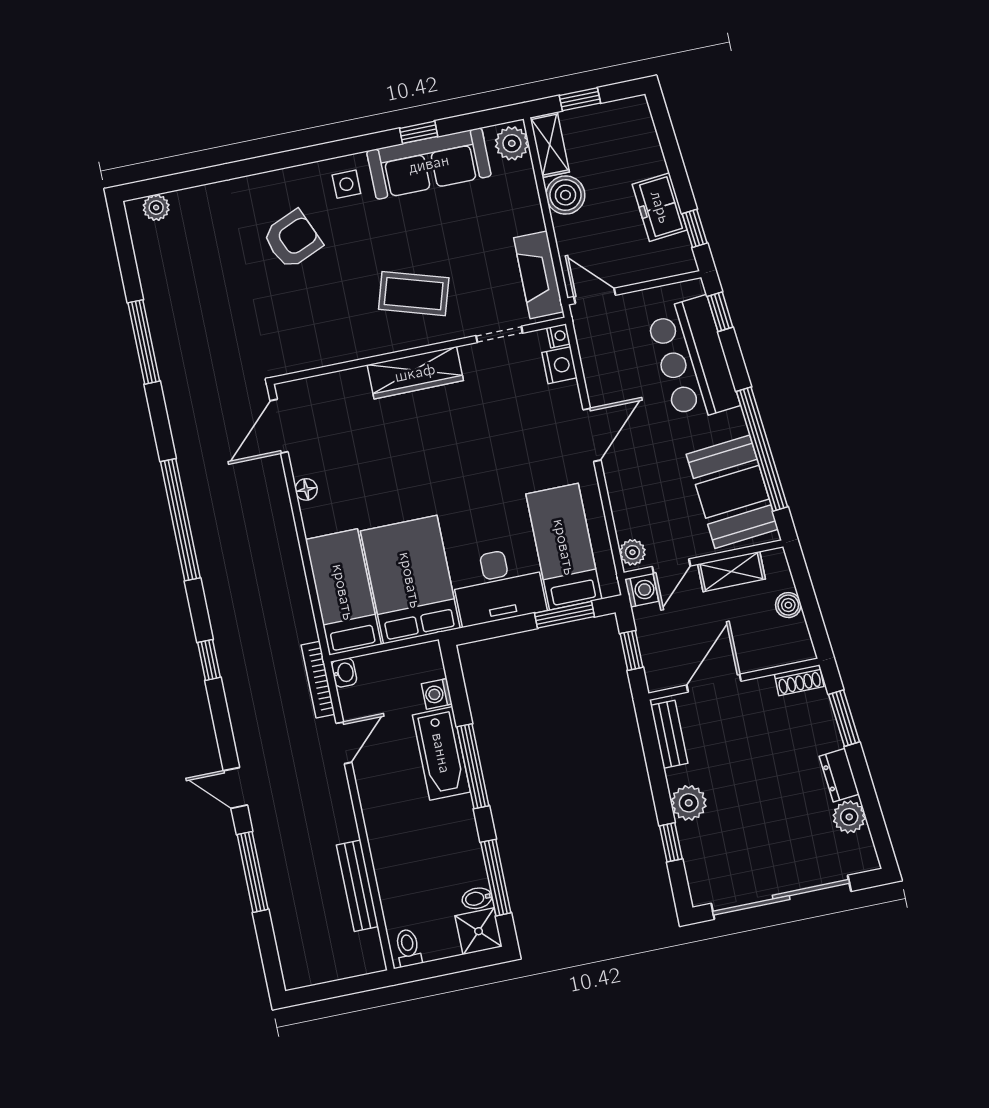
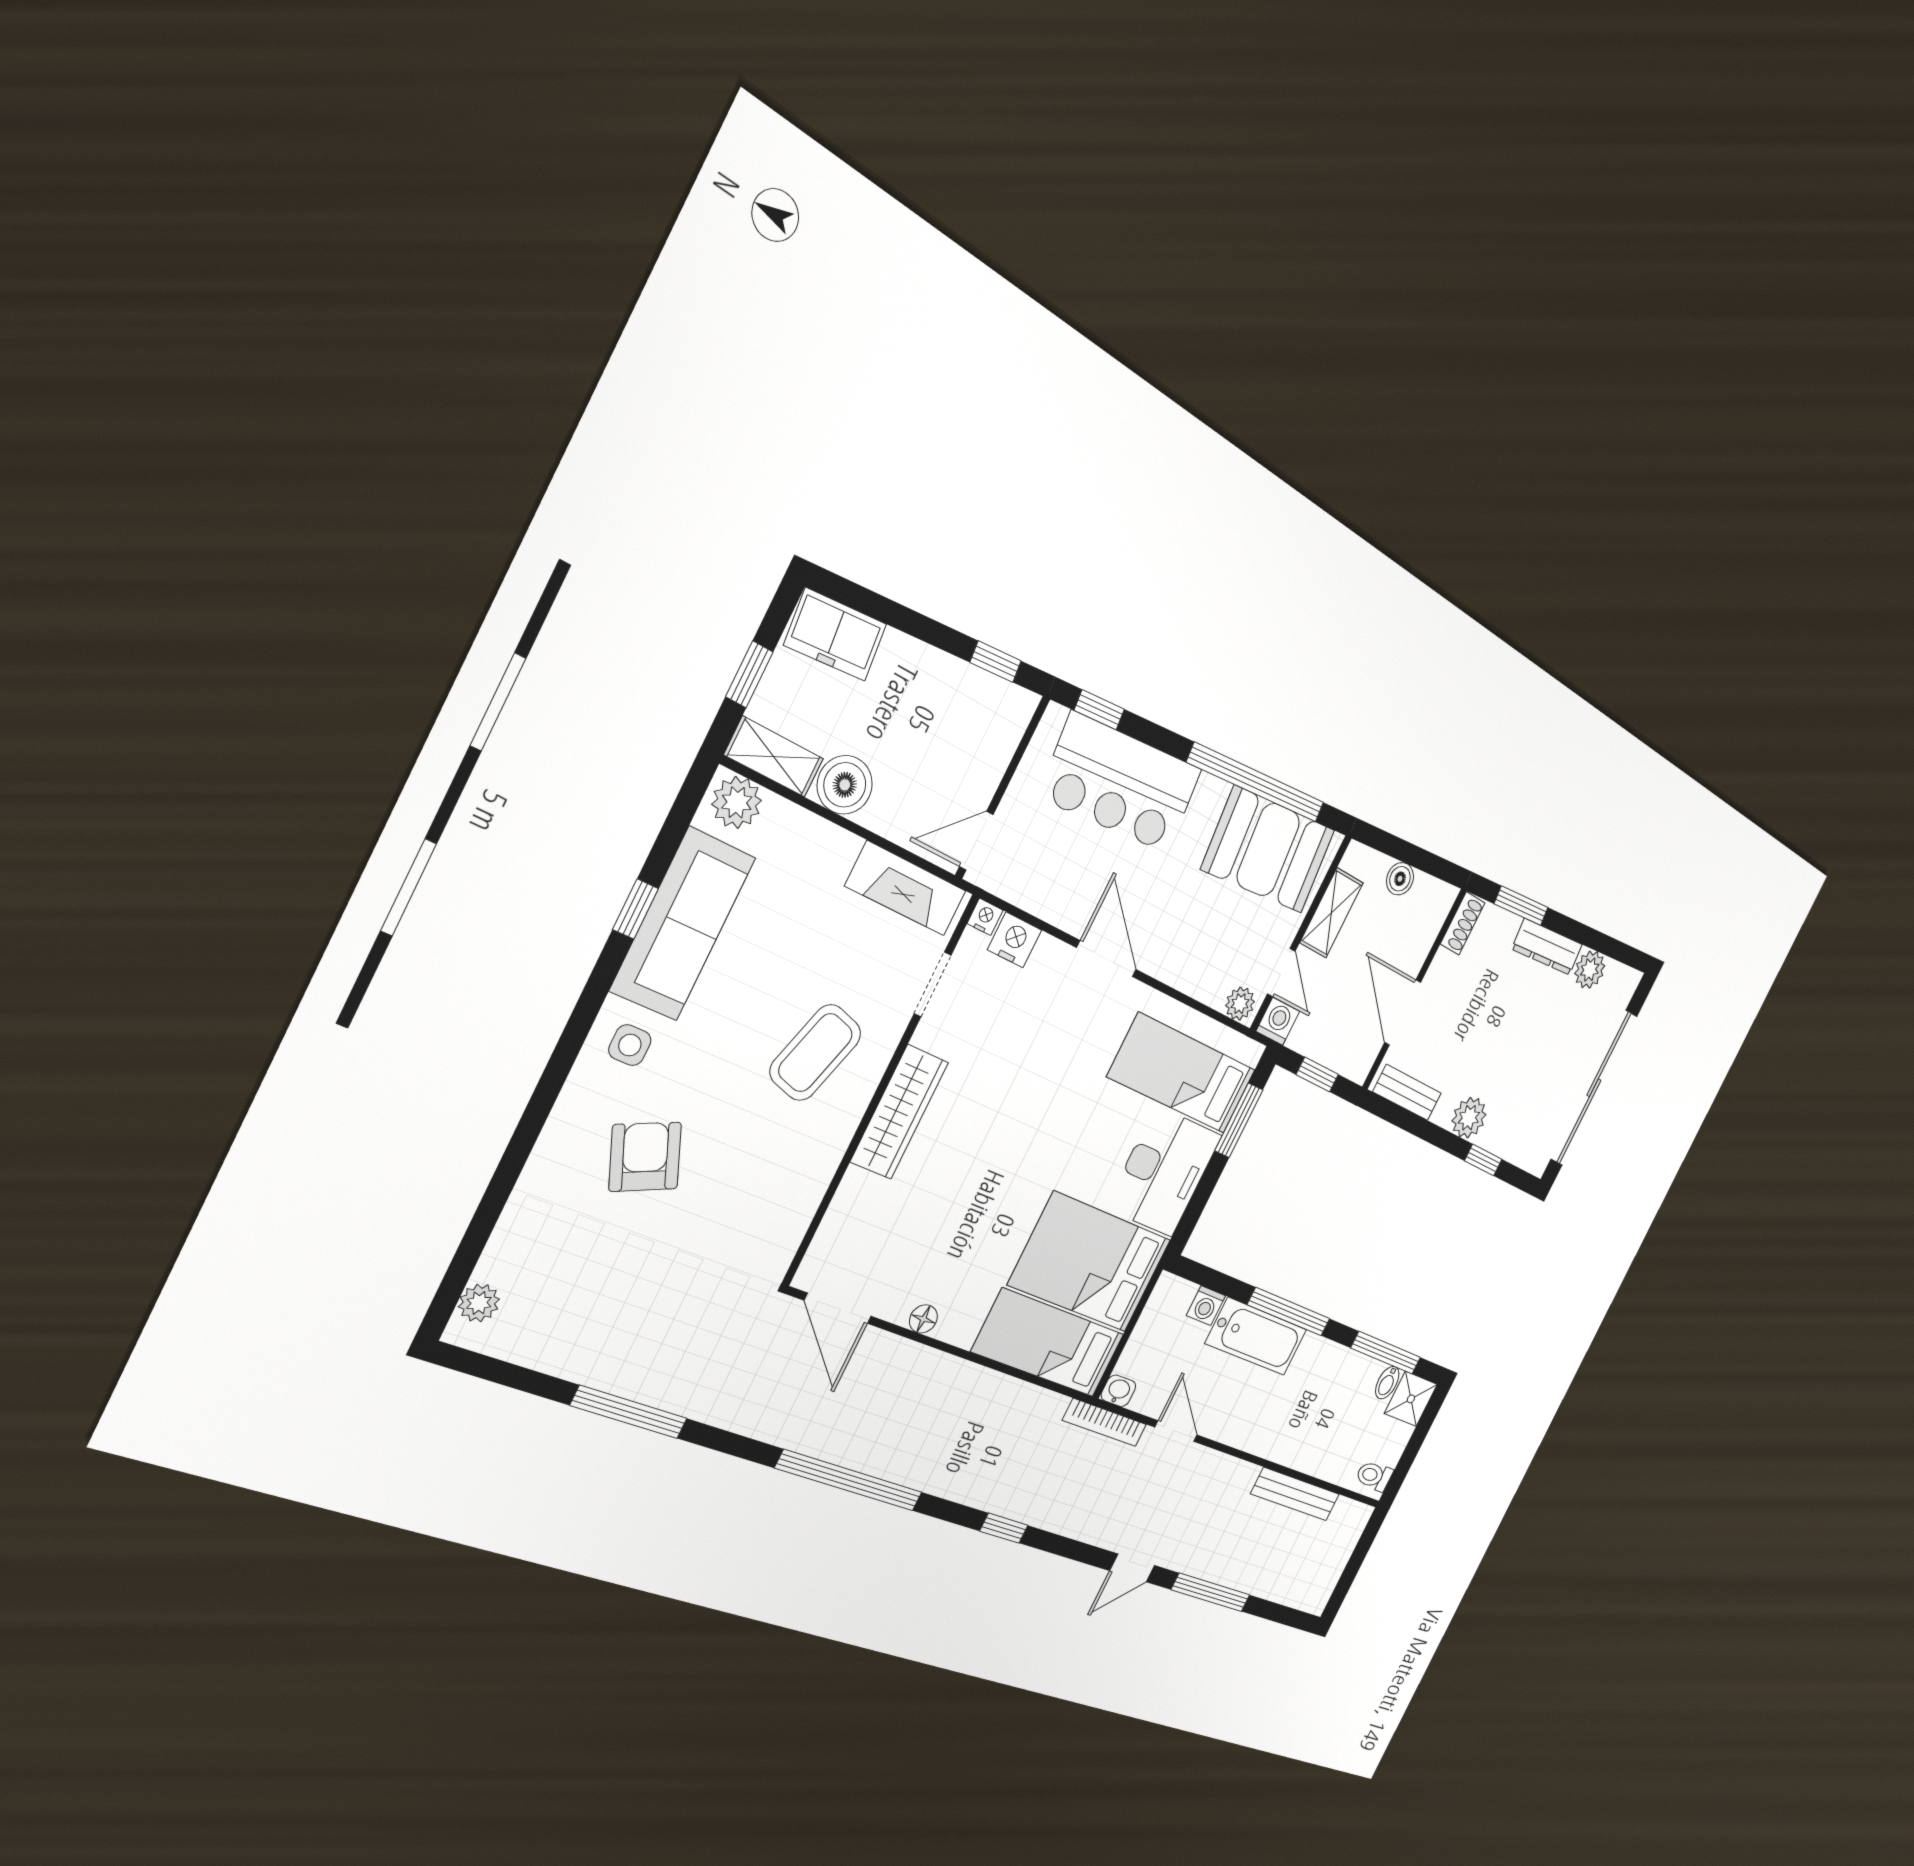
freezer: (660, 207) -> (835, 635), moved
dresser: (839, 775) -> (1547, 947), width x1.44

